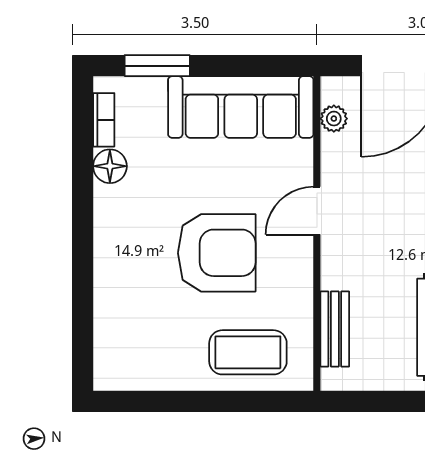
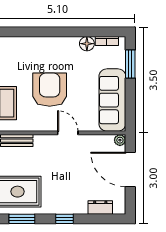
plant: (334, 119) -> (120, 140), moved
armchair: (217, 253) -> (50, 90), turned 180

